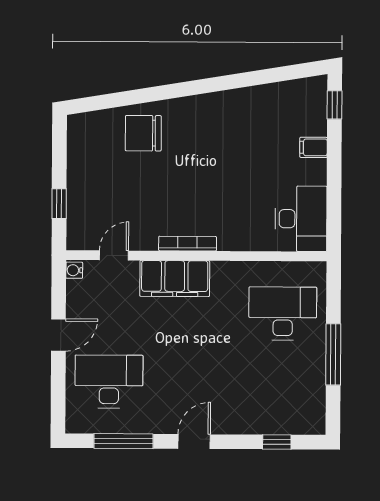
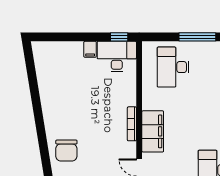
window: (335, 105) -> (119, 37), moved
filing cabinet: (313, 147) -> (90, 49), moved

